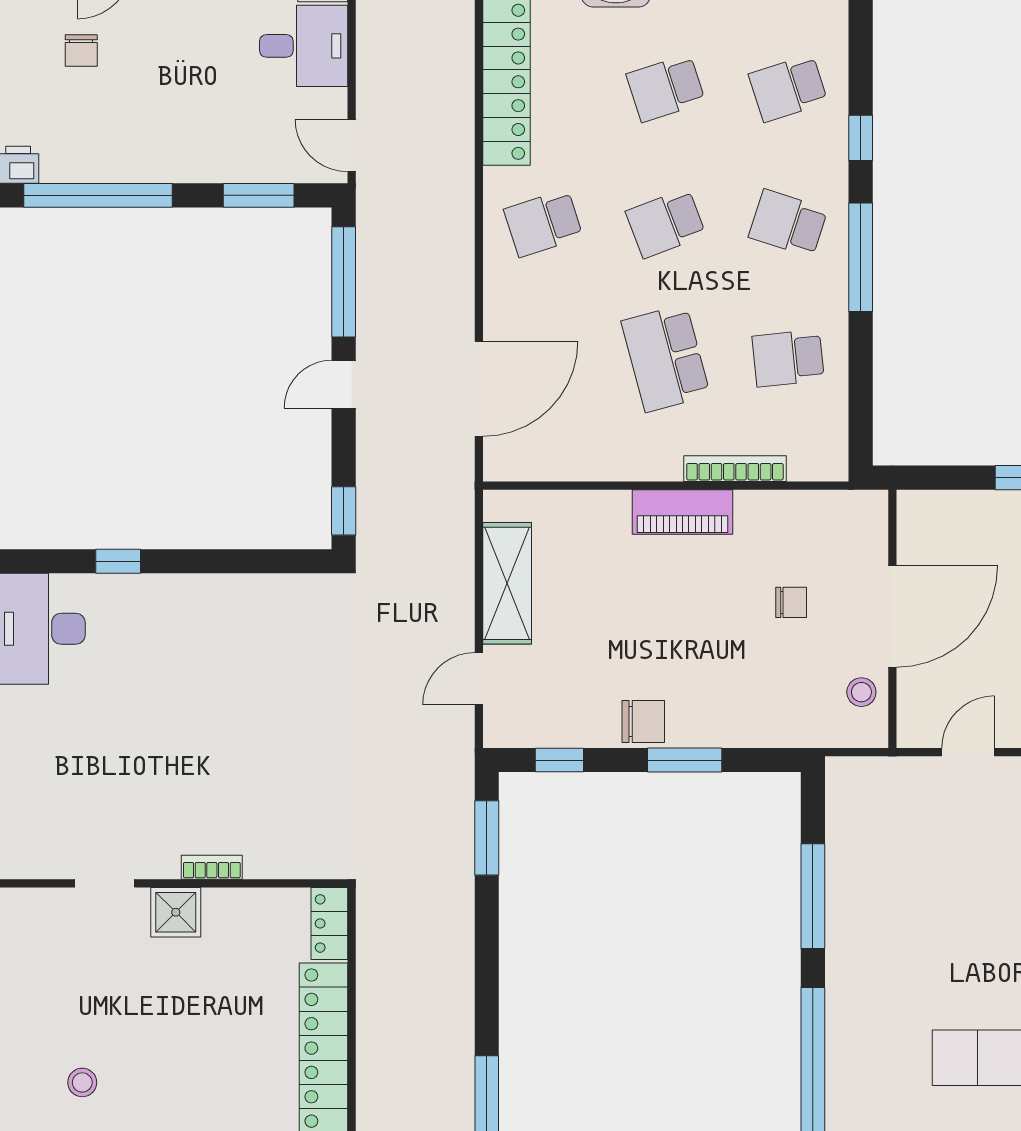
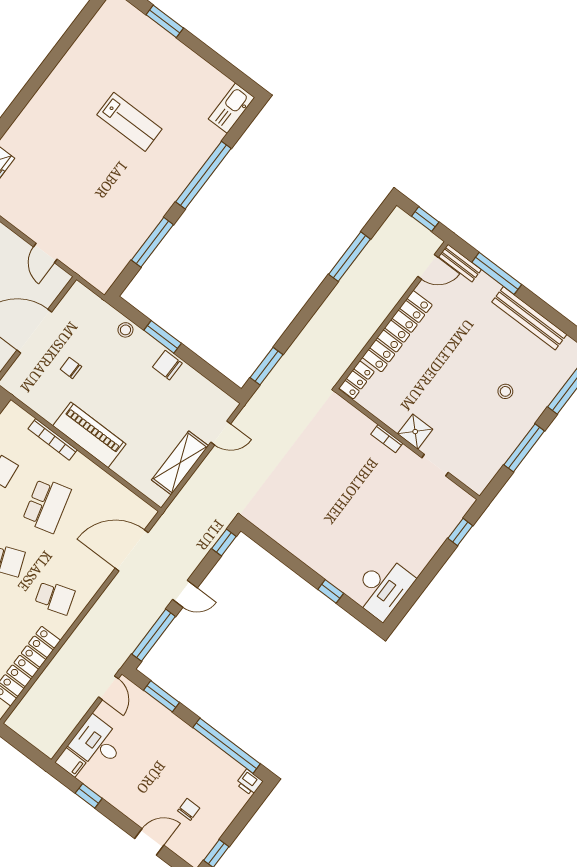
piano: (683, 512) -> (89, 435), width x1.37, depth x1.33
stool: (861, 692) -> (125, 330), moved
door: (968, 752) -> (45, 253), hinge flipped
window: (559, 760) -> (213, 375), removed

